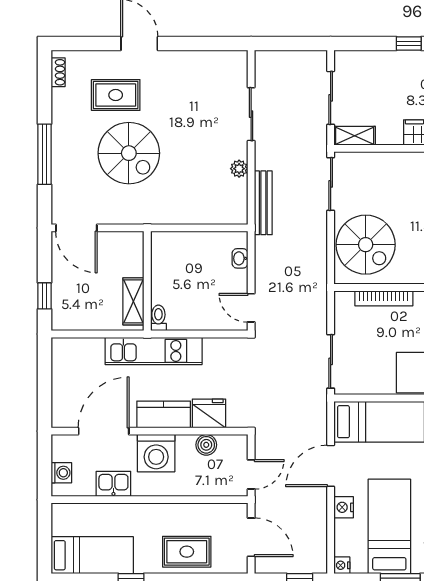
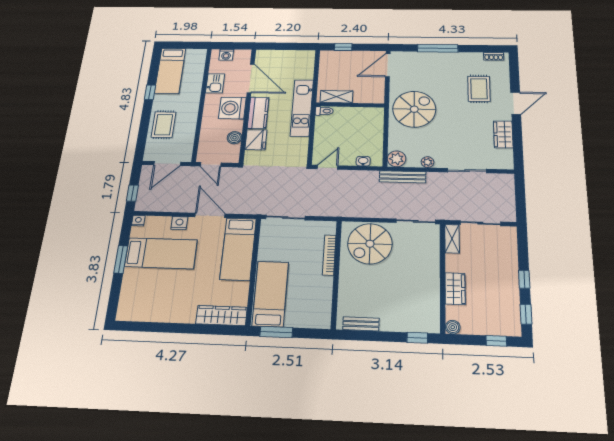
wardrobe: (192, 63) -> (503, 134), added
spiral stairs: (129, 153) -> (414, 109), moved, turned 180
plant: (235, 212) -> (397, 159), added

